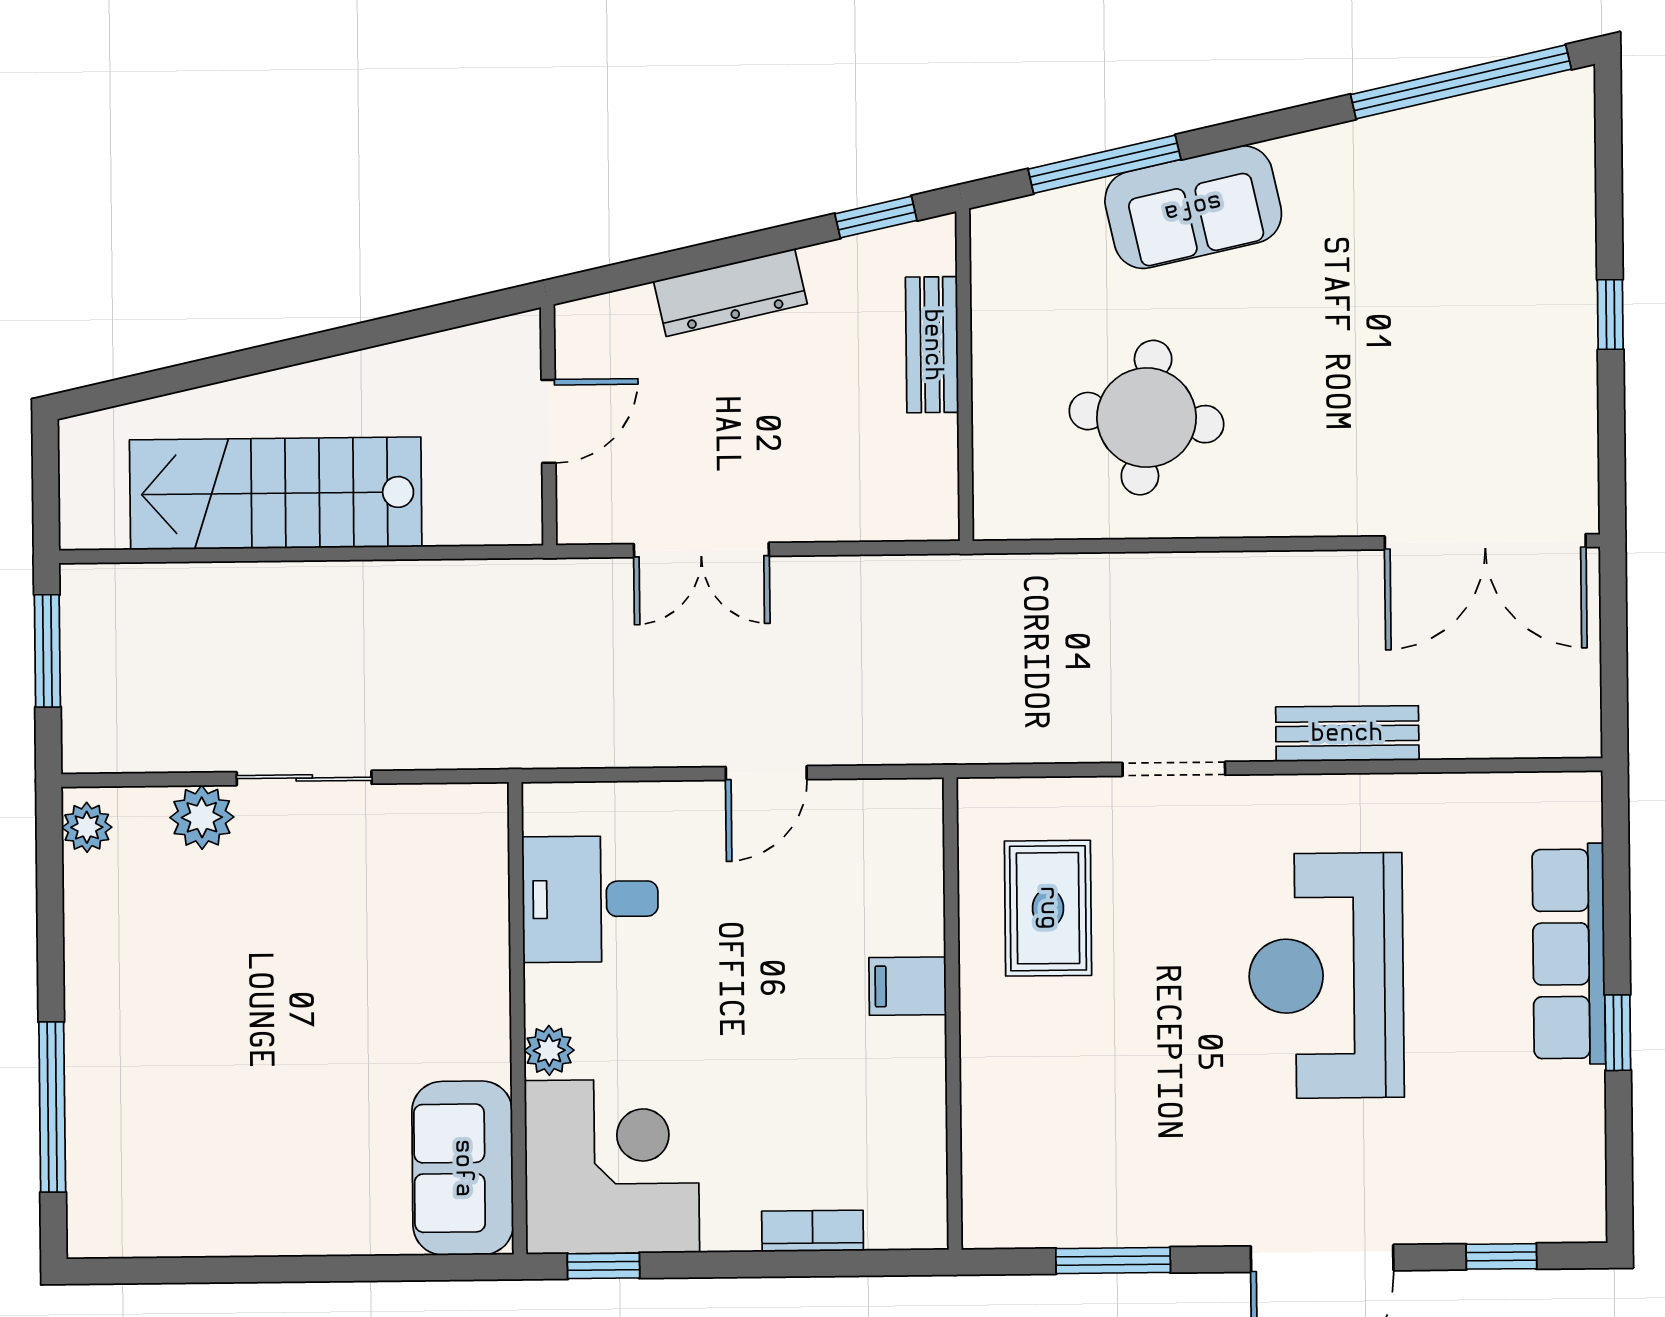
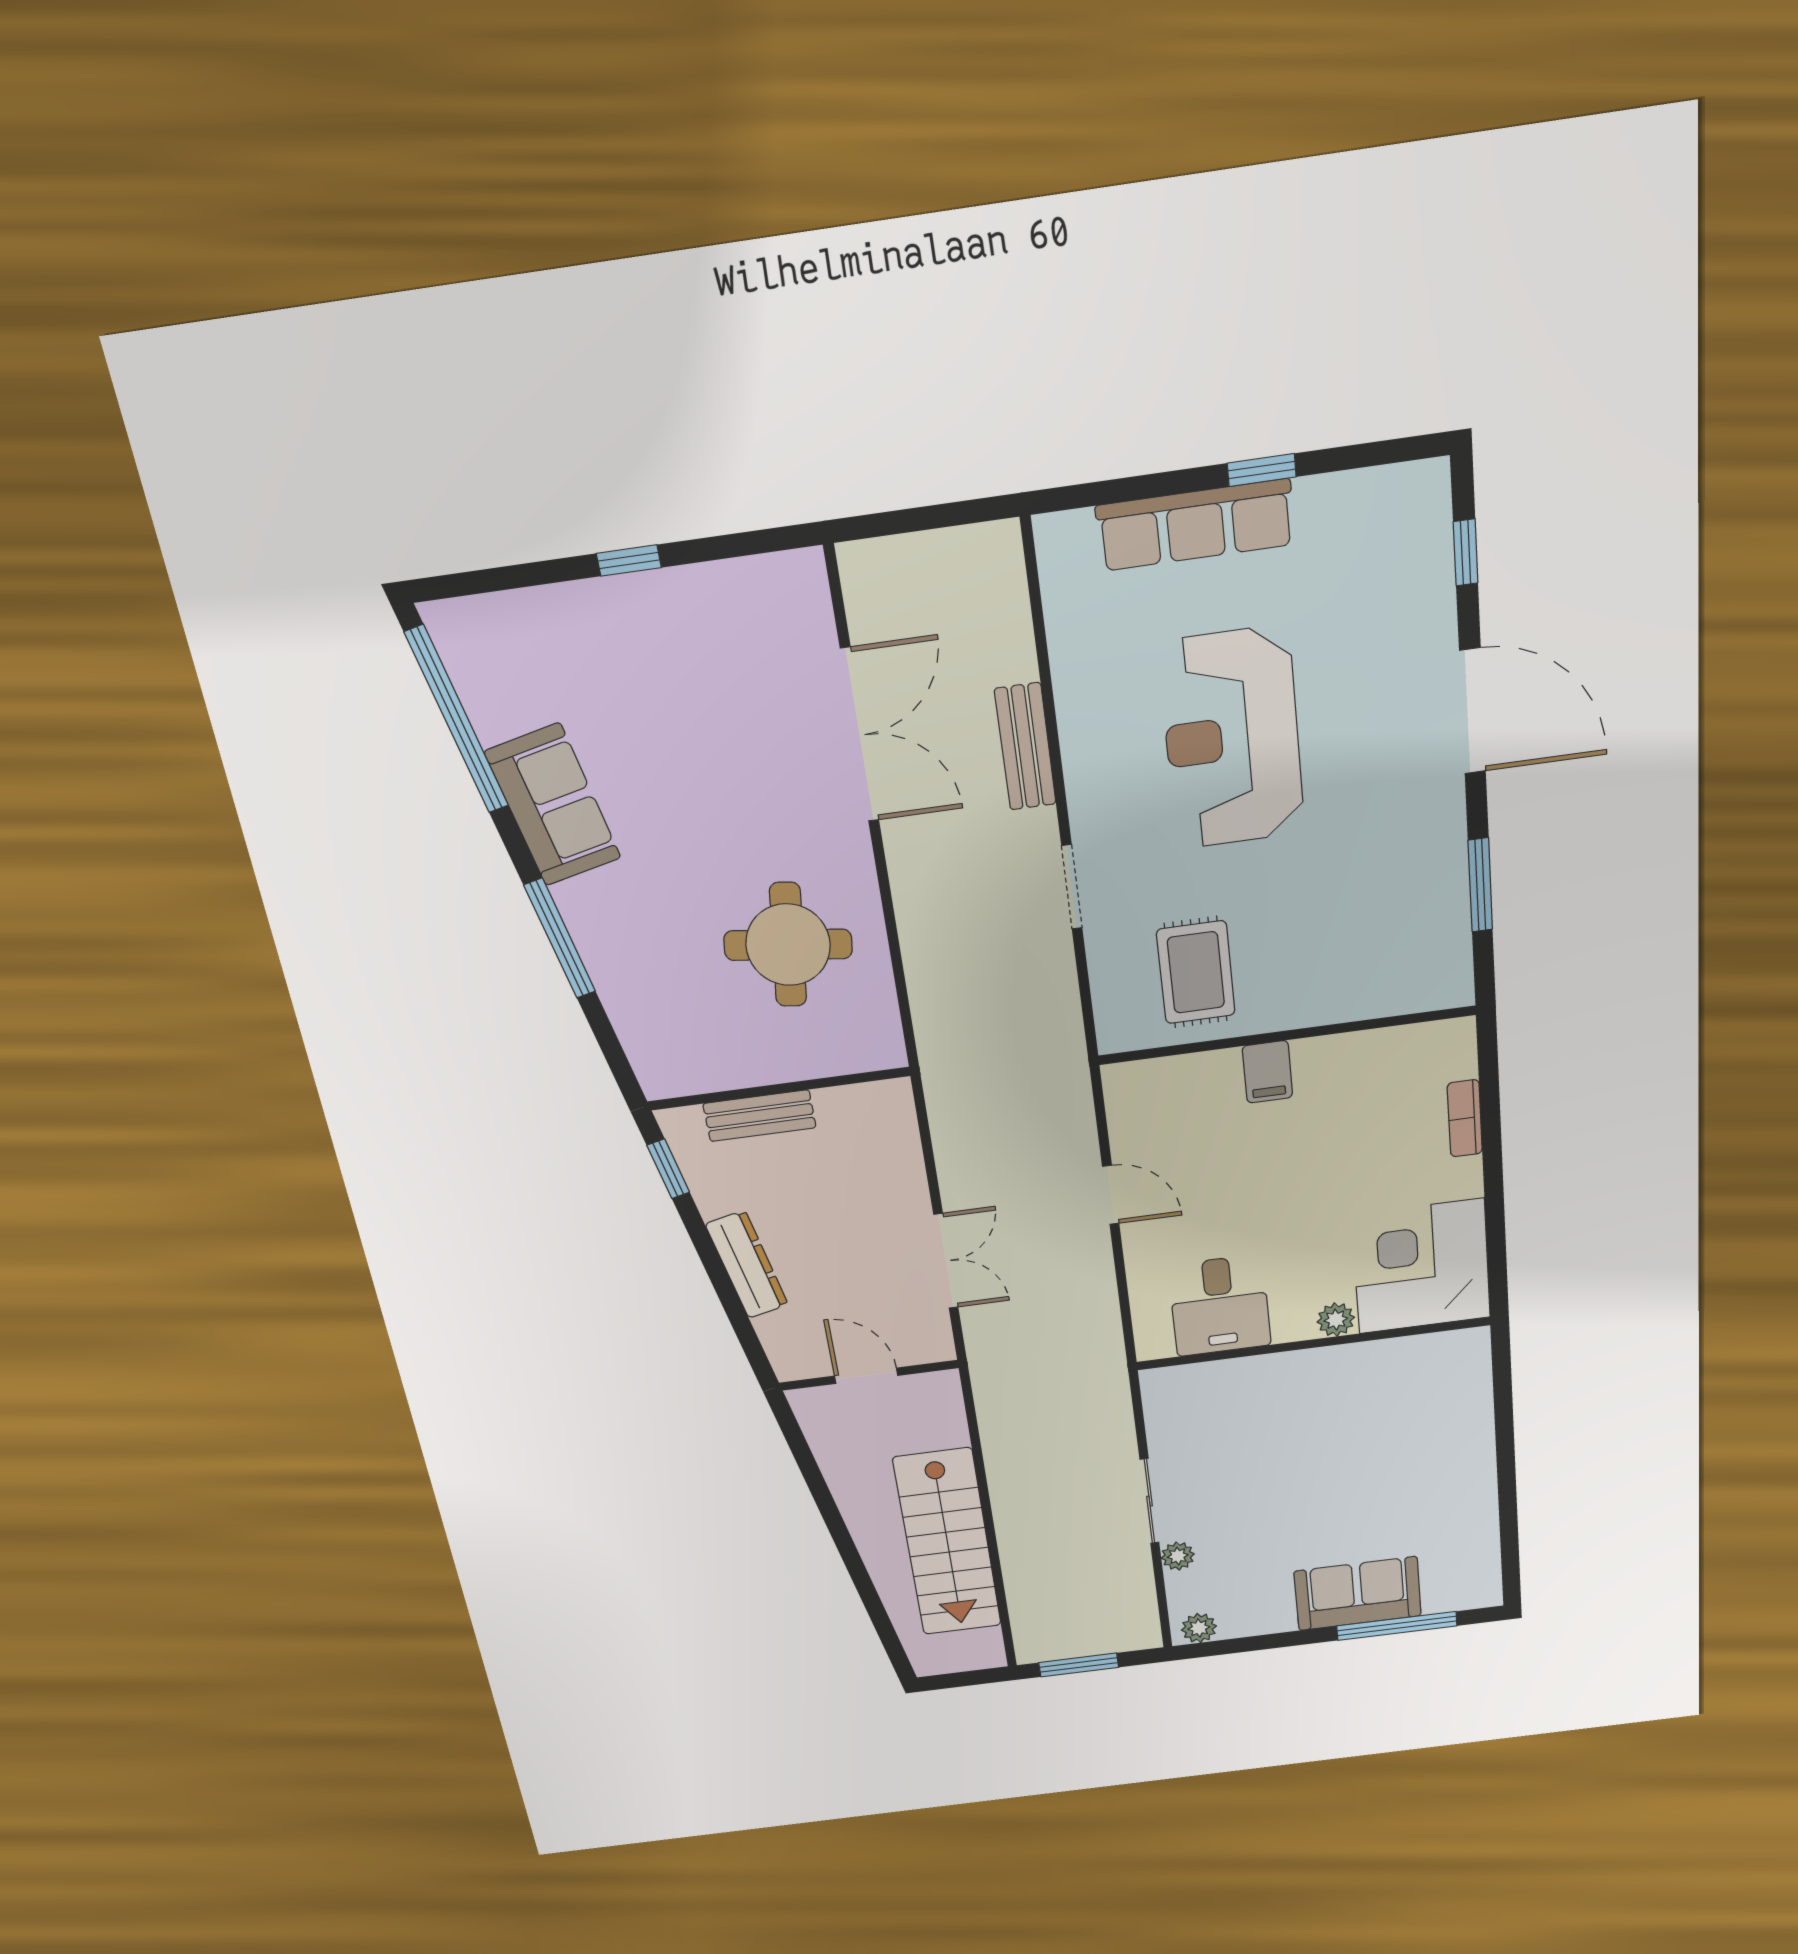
window: (1104, 164) -> (560, 939), moved
sofa: (1193, 207) -> (553, 805), moved
double door: (1485, 542) -> (860, 735), moved
plant: (202, 817) -> (1178, 1556), width x0.73, depth x0.73
rug: (1048, 908) -> (1196, 972), turned 90
reception desk: (1326, 976) -> (1232, 739), turned 90
sofa: (463, 1168) -> (1358, 1594), moved, turned 180
window: (603, 1266) -> (1497, 1263), removed

